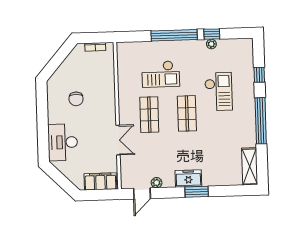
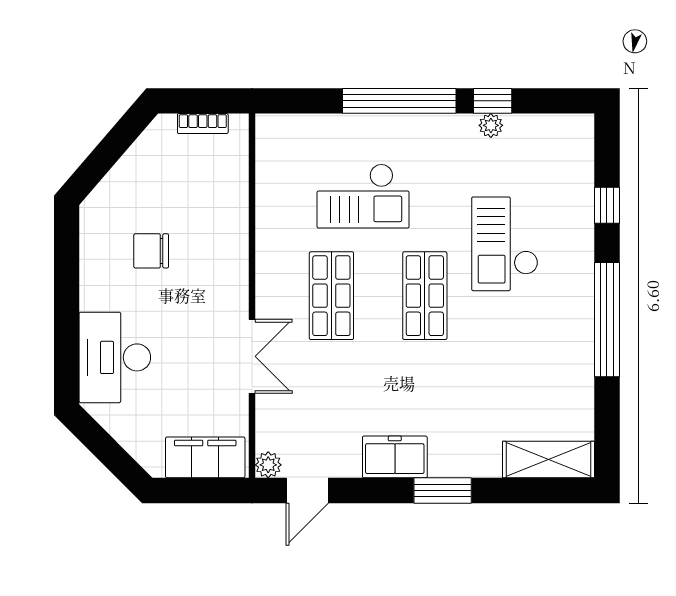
checkout: (219, 92) -> (505, 244), turned 180
chair: (76, 99) -> (151, 251), turned 90
shelving: (250, 166) -> (548, 460), moved, turned 90
freezer: (188, 178) -> (395, 457), moved
plant: (157, 183) -> (268, 465), moved

